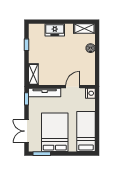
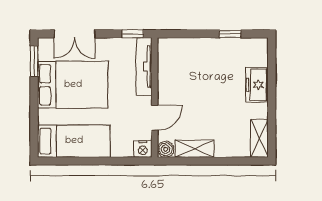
boiler: (91, 48) -> (166, 149), moved
shelving: (33, 74) -> (195, 149), moved
door: (73, 87) -> (155, 118), hinge flipped
double door: (26, 131) -> (75, 34), swing flipped

